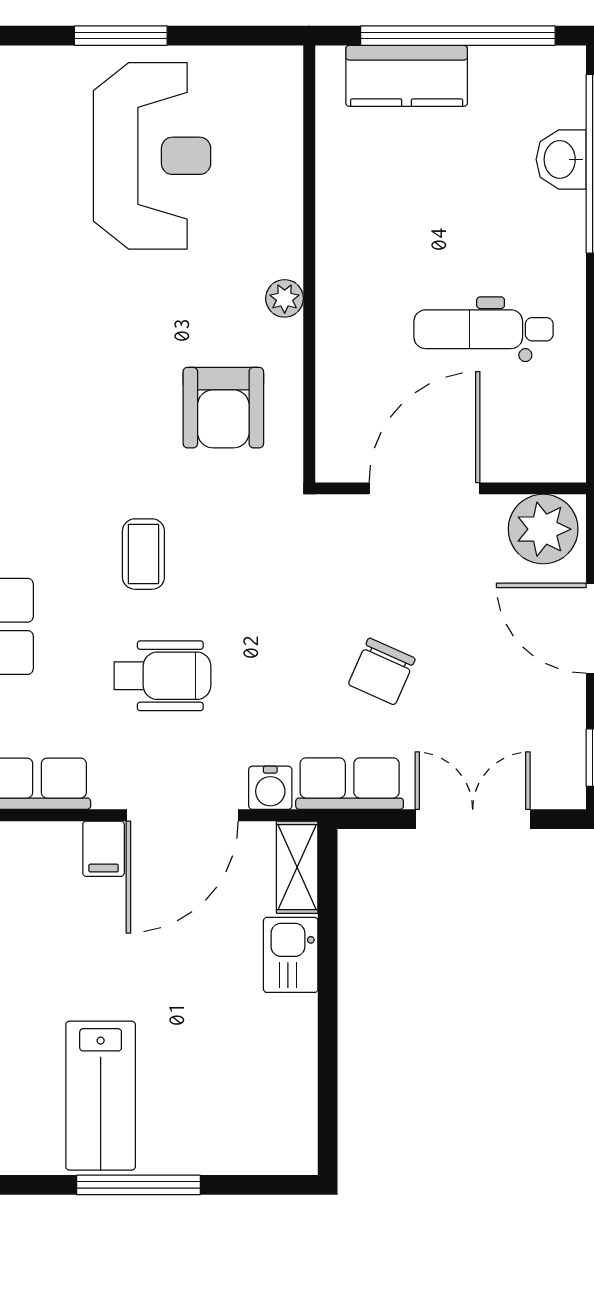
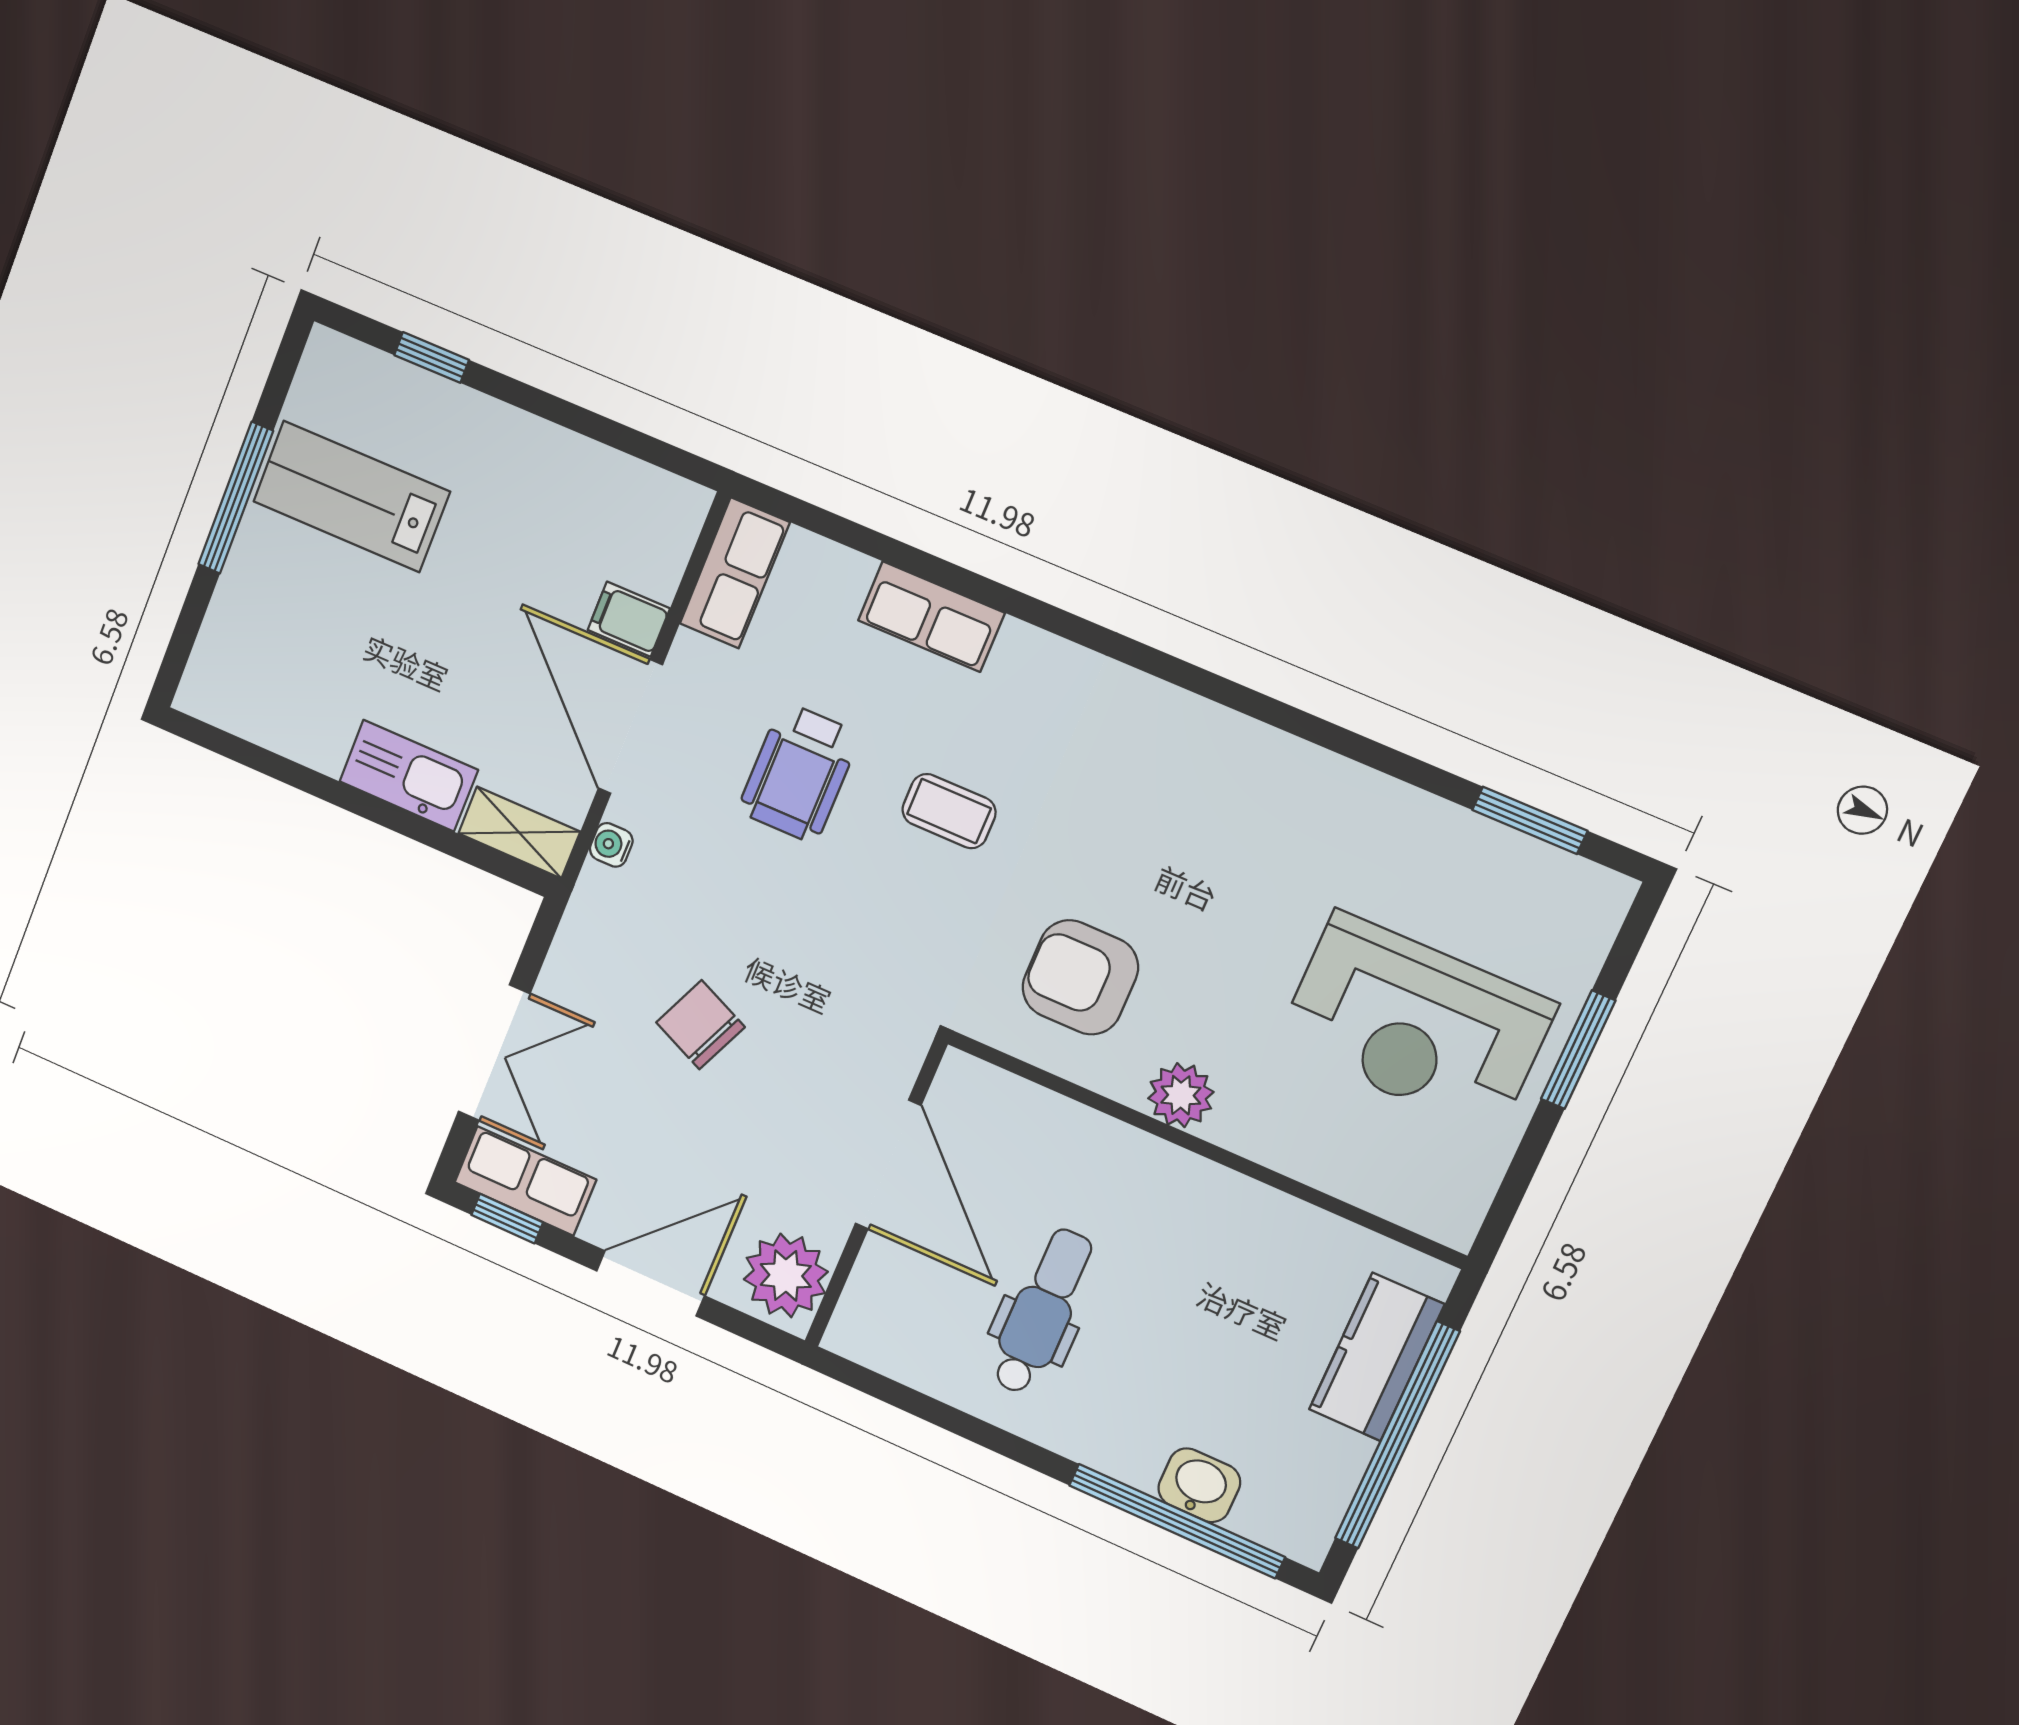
plant: (285, 298) -> (1181, 1095), width x1.38, depth x1.38
row of seats: (350, 784) -> (525, 1181), moved, turned -90
water cooler: (270, 788) -> (611, 845), width x0.72, depth x0.72
kitchen sink: (291, 955) -> (409, 776), width x1.38

